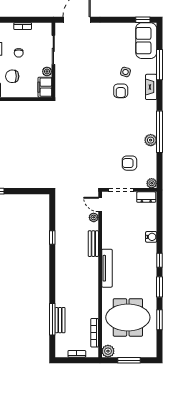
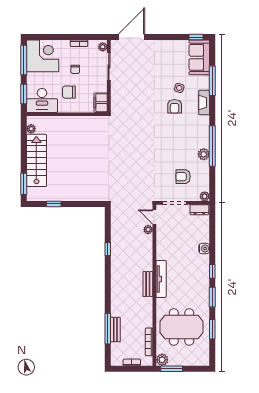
plant: (47, 71) -> (103, 47), moved
bench: (93, 244) -> (148, 284), moved
window: (129, 360) -> (172, 369), moved

